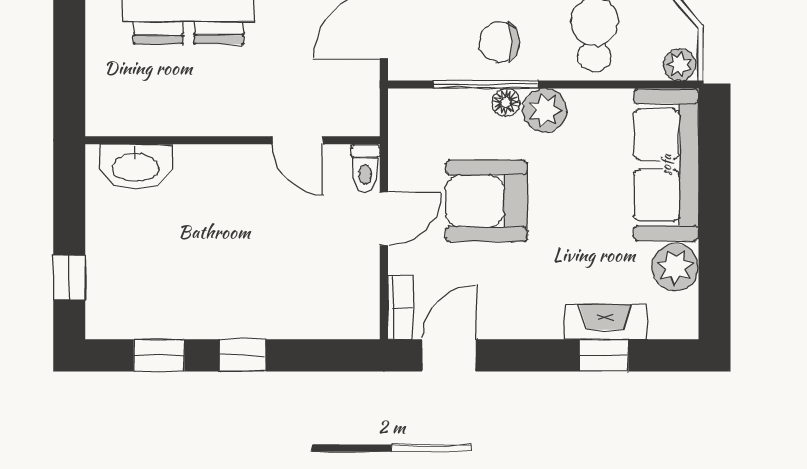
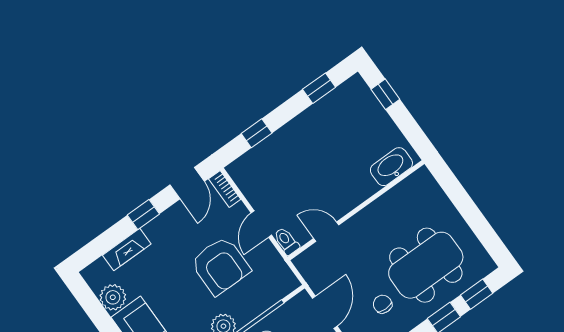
floor lamp: (506, 102) -> (244, 317), removed
armchair: (486, 201) -> (220, 266), turned 90
window: (243, 355) -> (257, 133), moved
window: (604, 355) -> (143, 214), moved

